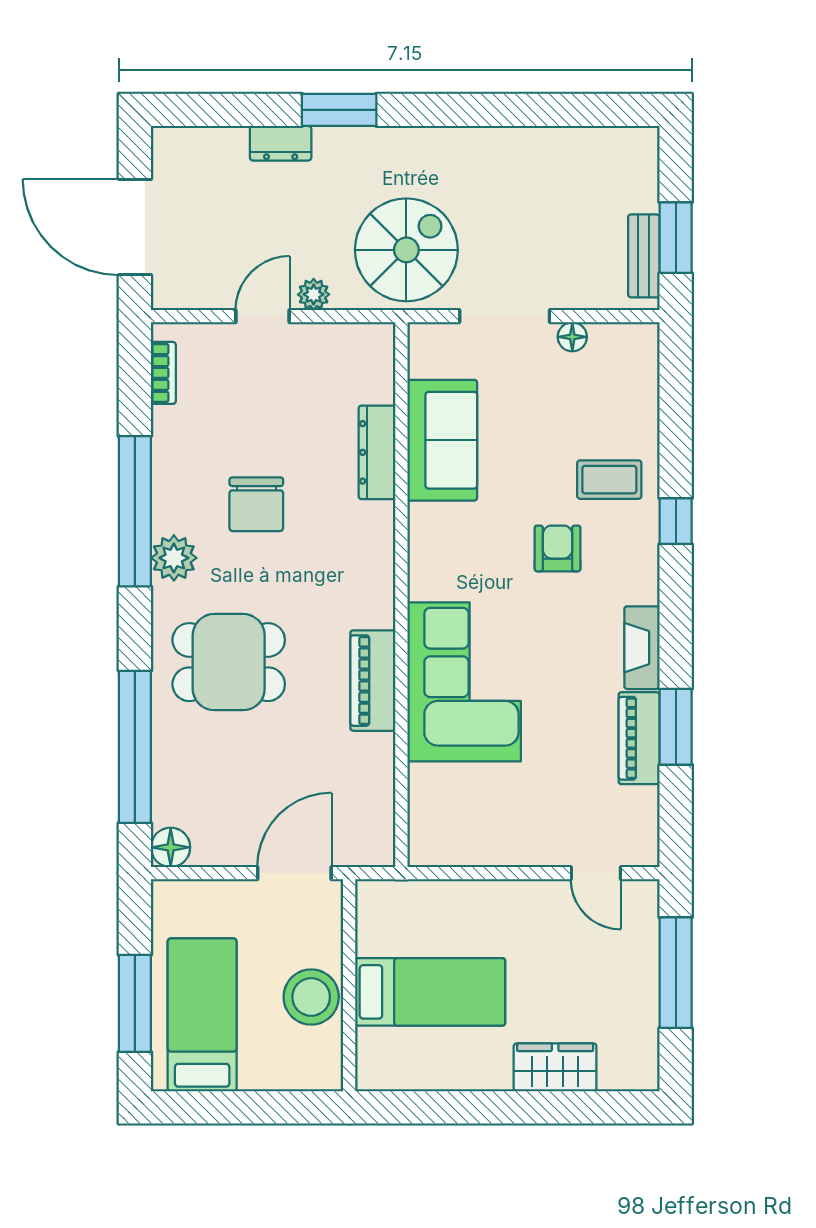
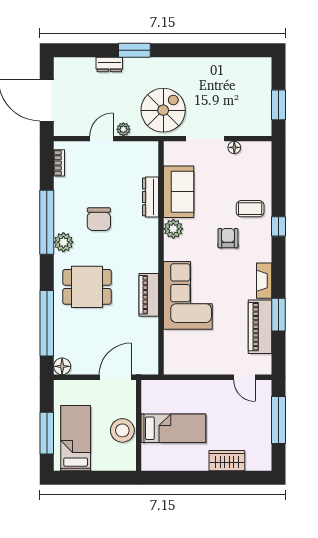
bench: (644, 256) -> (265, 113), removed
plant: (430, 527) -> (173, 229), added
piano: (639, 738) -> (260, 327), width x1.37, depth x1.33

